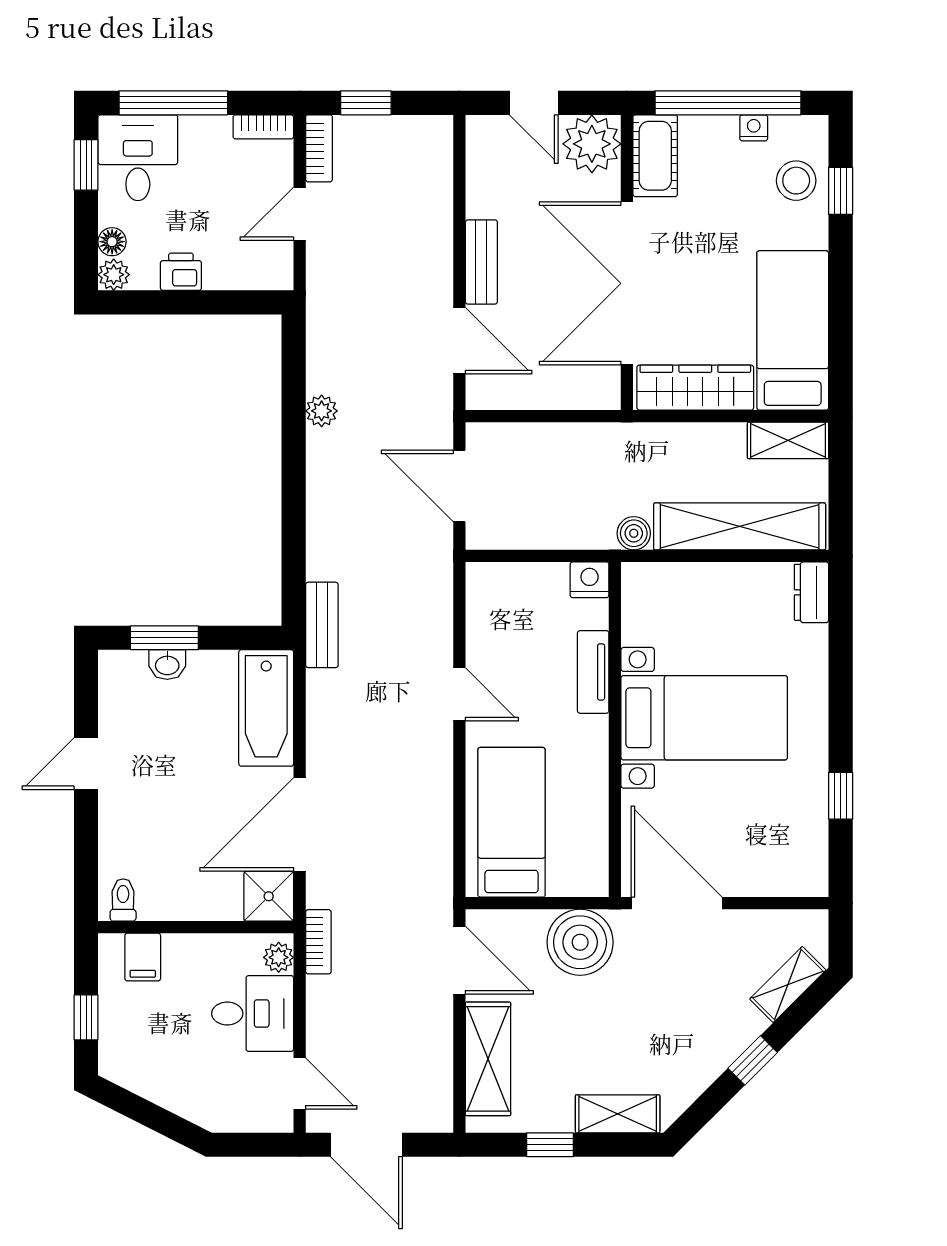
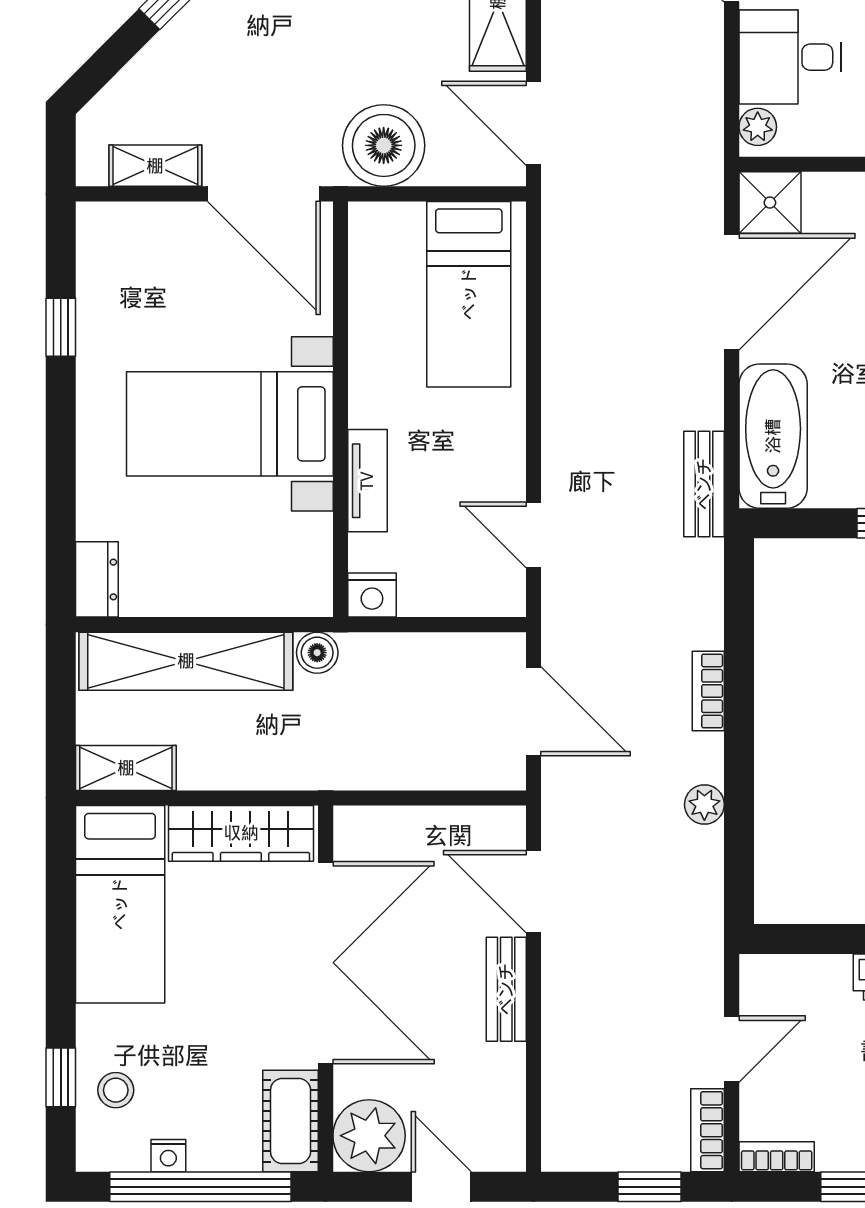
stool: (796, 181) -> (116, 1090), width x0.73, depth x0.73
bench: (322, 625) -> (704, 484), moved
door: (459, 694) -> (534, 535), moved
bookcase: (318, 942) -> (708, 691), moved
shelving: (788, 985) -> (155, 166), moved, turned 45

